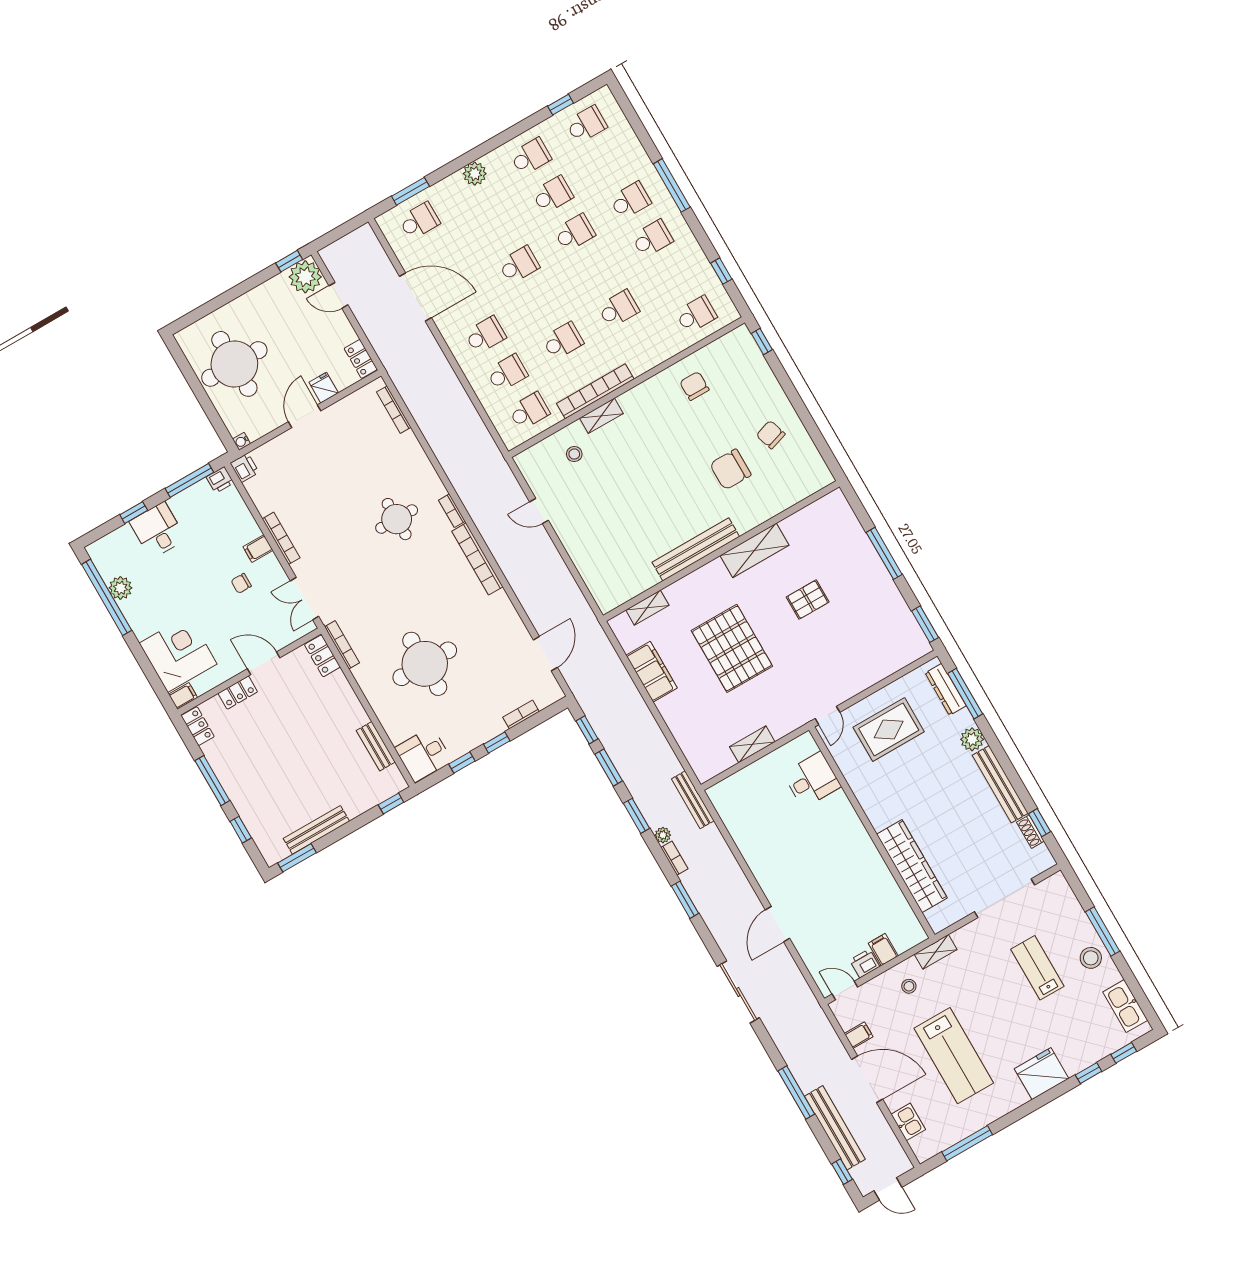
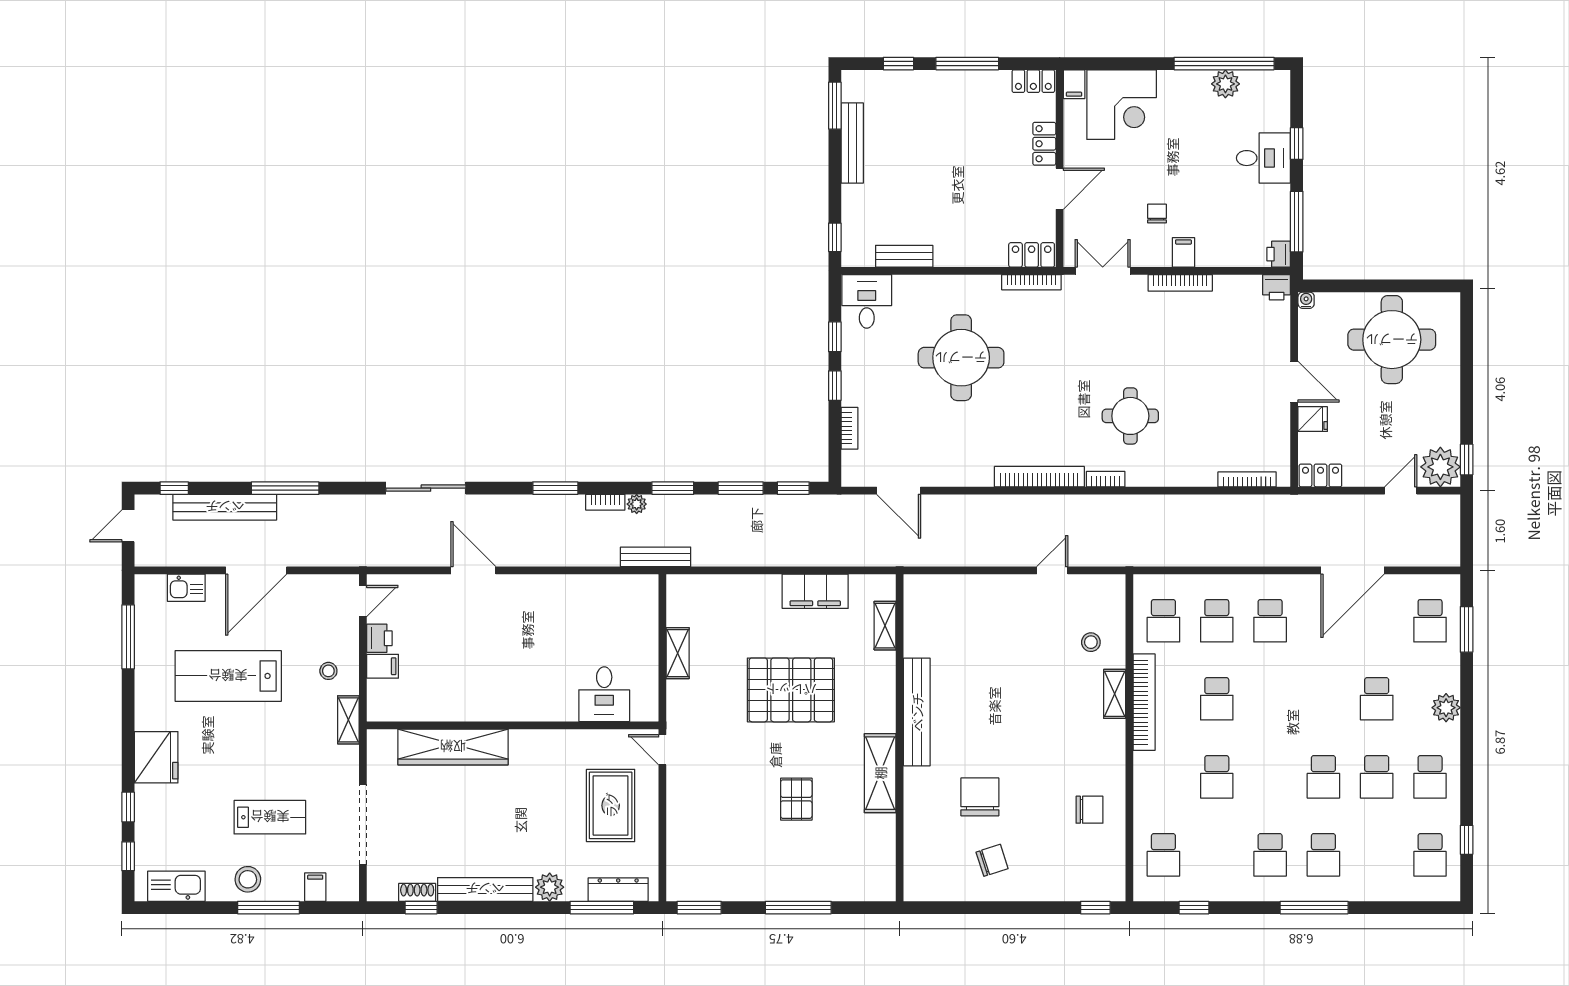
school desk: (519, 265) -> (1377, 699), moved
filing cabinet: (859, 1035) -> (315, 887), moved, turned 180

